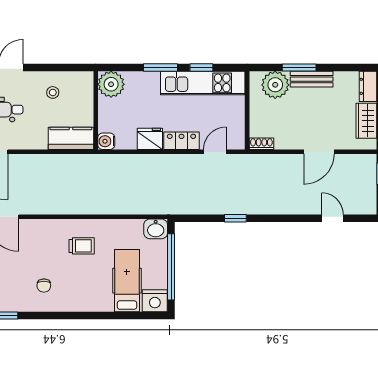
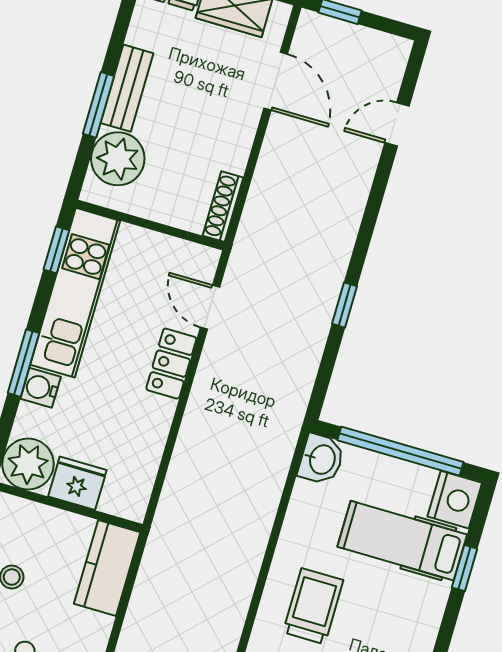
window: (201, 67) -> (56, 250), moved
fridge: (150, 139) -> (77, 483), moved, turned 90
water cooler: (106, 141) -> (41, 388), moved, turned 90
shoe rack: (261, 144) -> (223, 207), width x1.43
door: (319, 152) -> (276, 81), moved
trolley: (82, 246) -> (313, 606), width x1.36, depth x1.39
window: (122, 315) -> (465, 568), added

